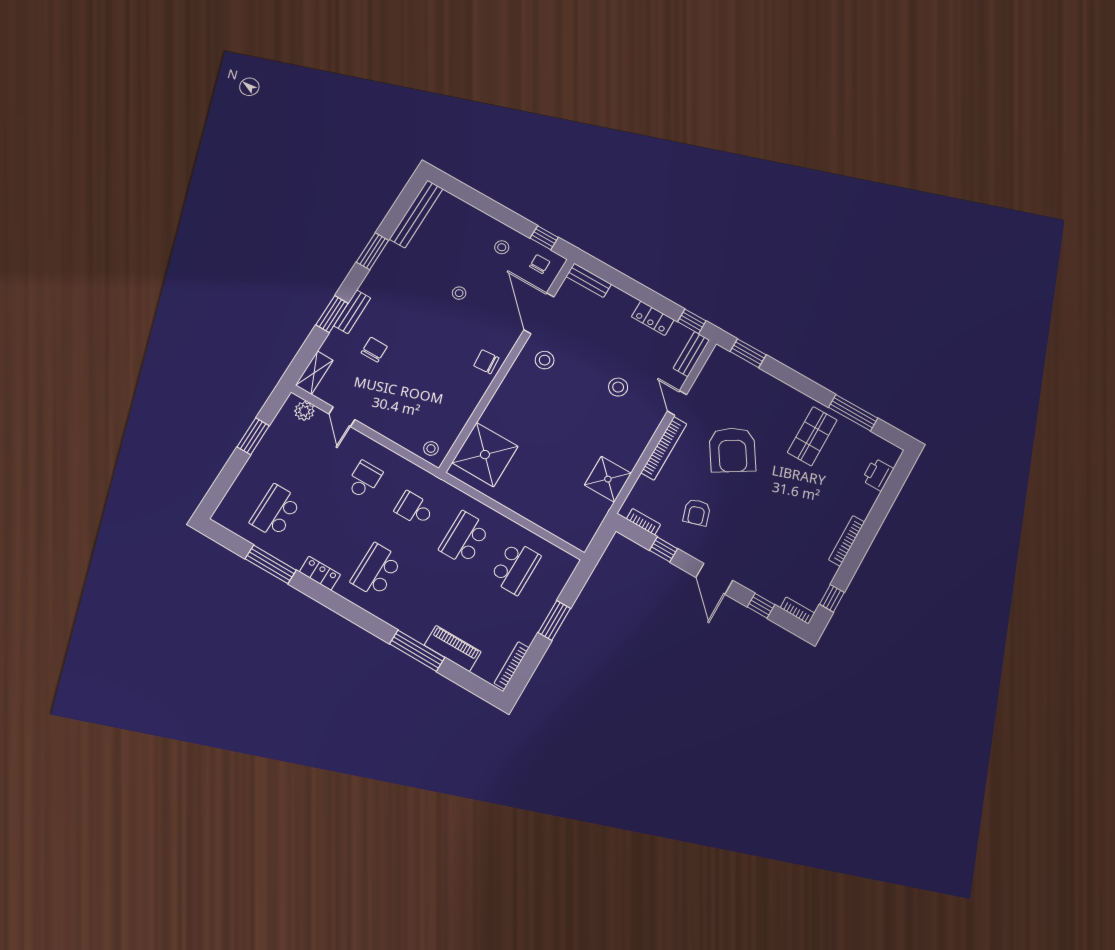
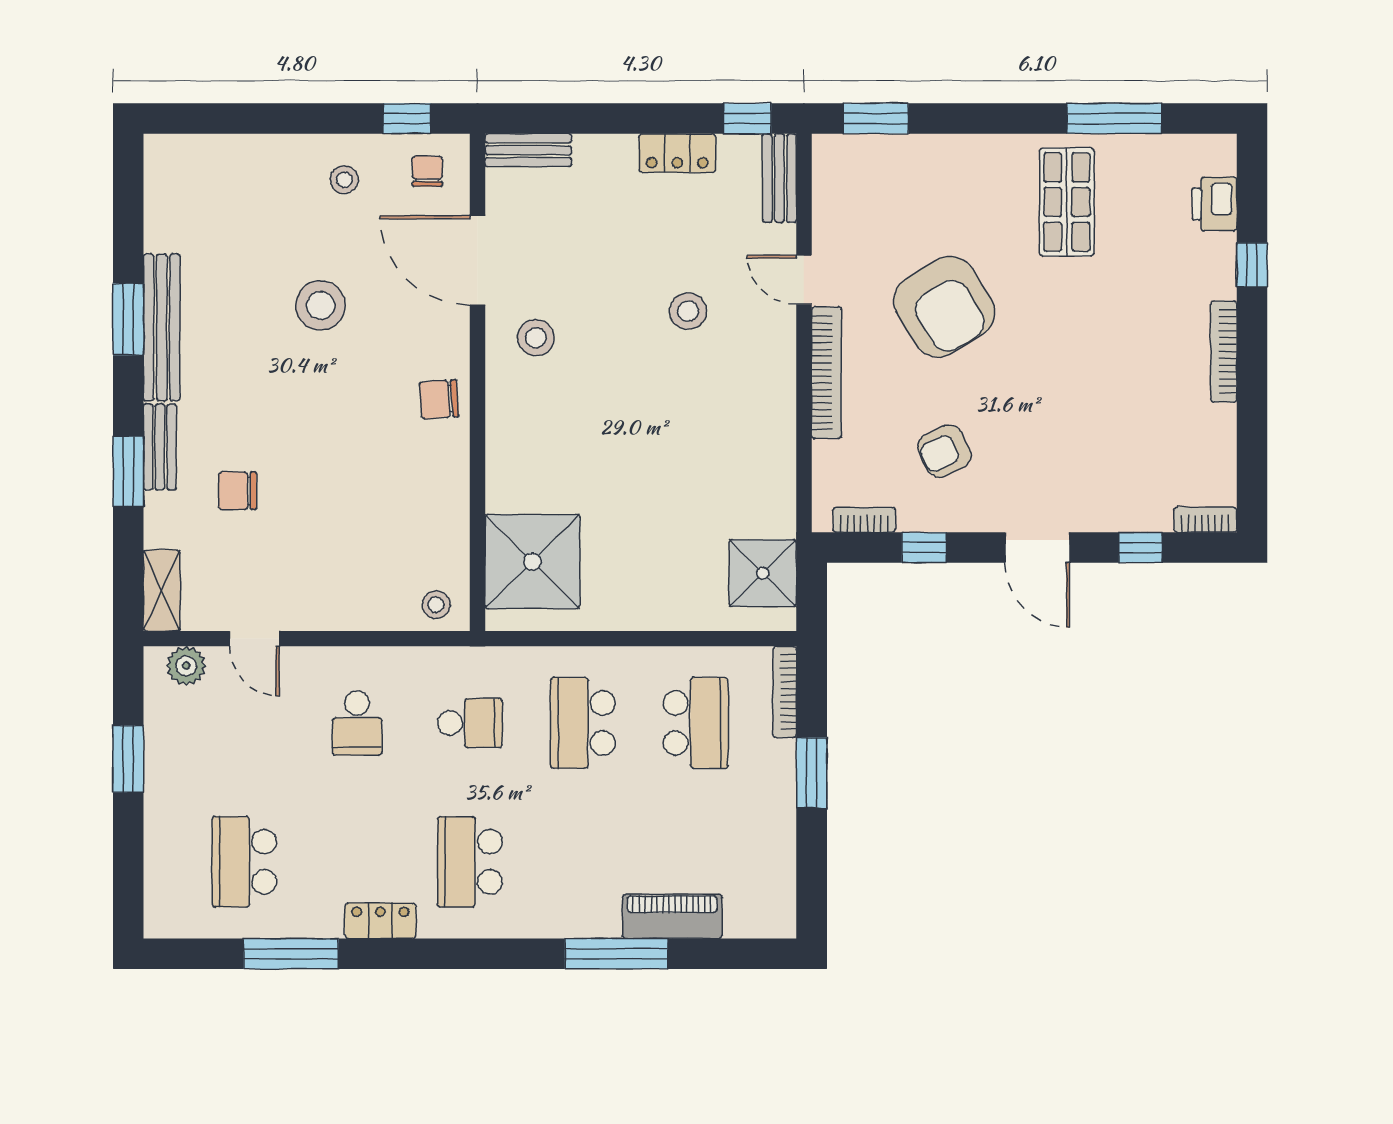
bench: (416, 214) -> (162, 327), moved
stool: (459, 293) -> (321, 306), width x1.89, depth x1.89
chair: (374, 350) -> (238, 491), turned -90
shower: (608, 479) -> (763, 573), moved
school desk: (364, 480) -> (357, 723), turned 180
school desk: (414, 509) -> (470, 723), turned 180
armchair: (697, 512) -> (944, 451), turned 81
window: (832, 598) -> (1252, 265), moved
bookcase: (512, 665) -> (785, 692), moved

